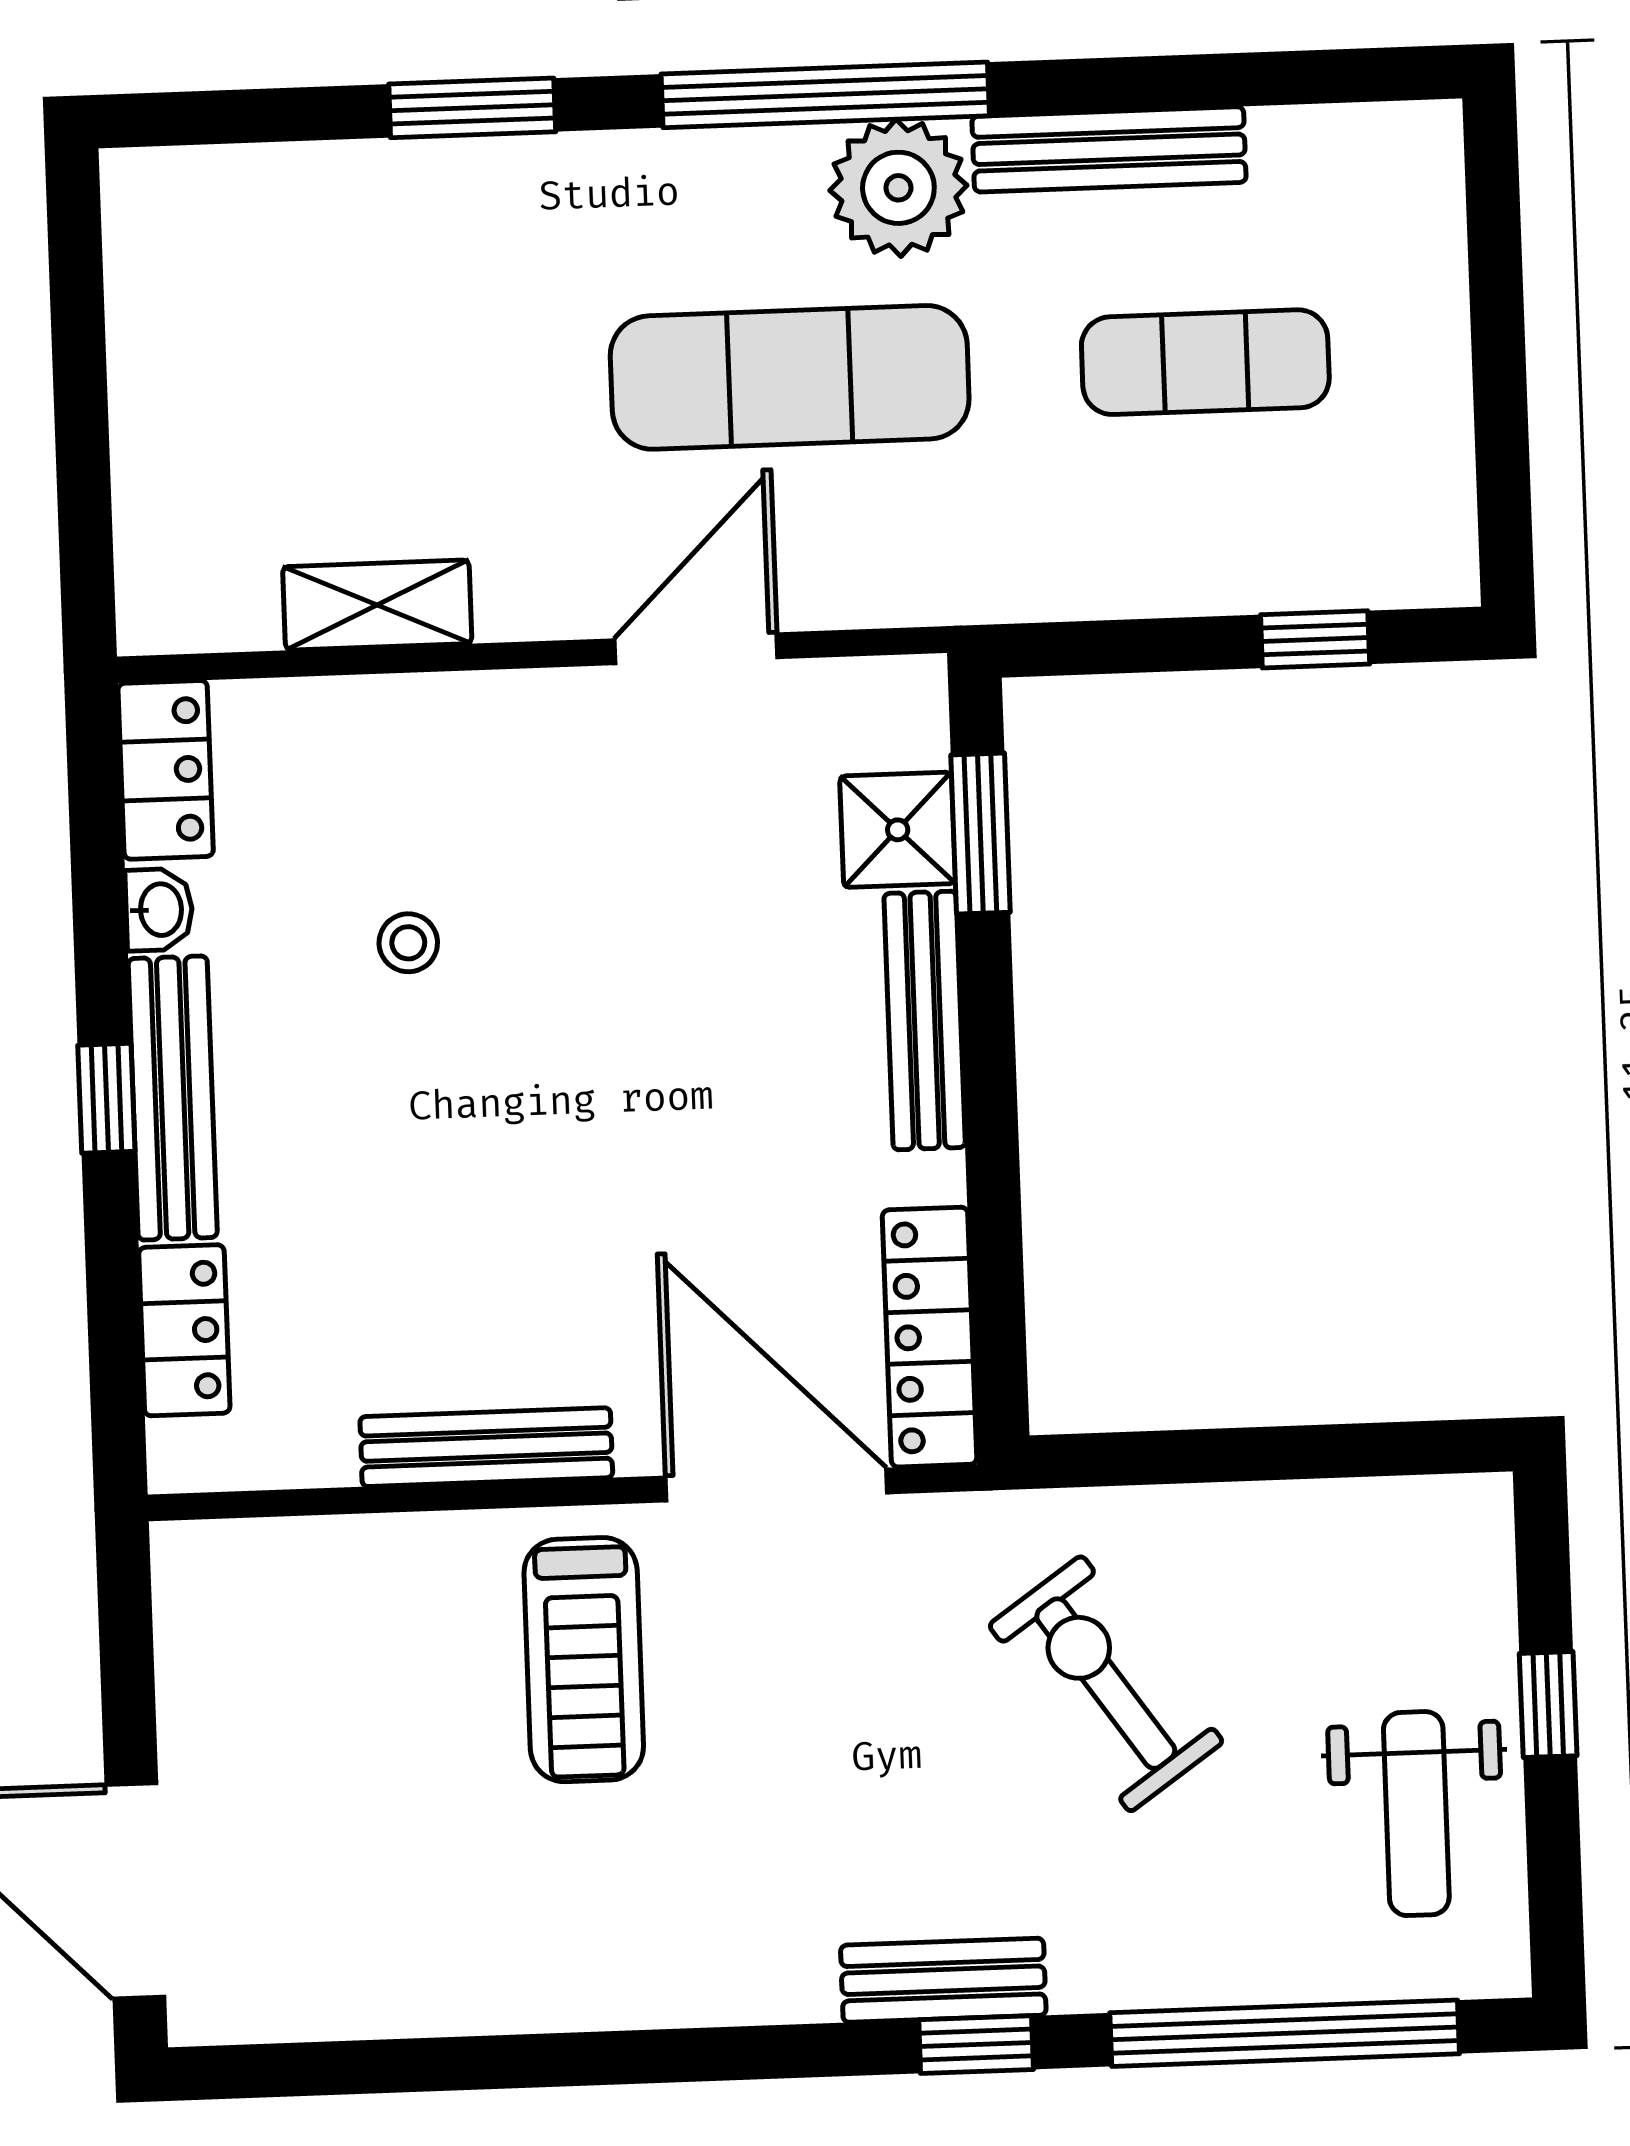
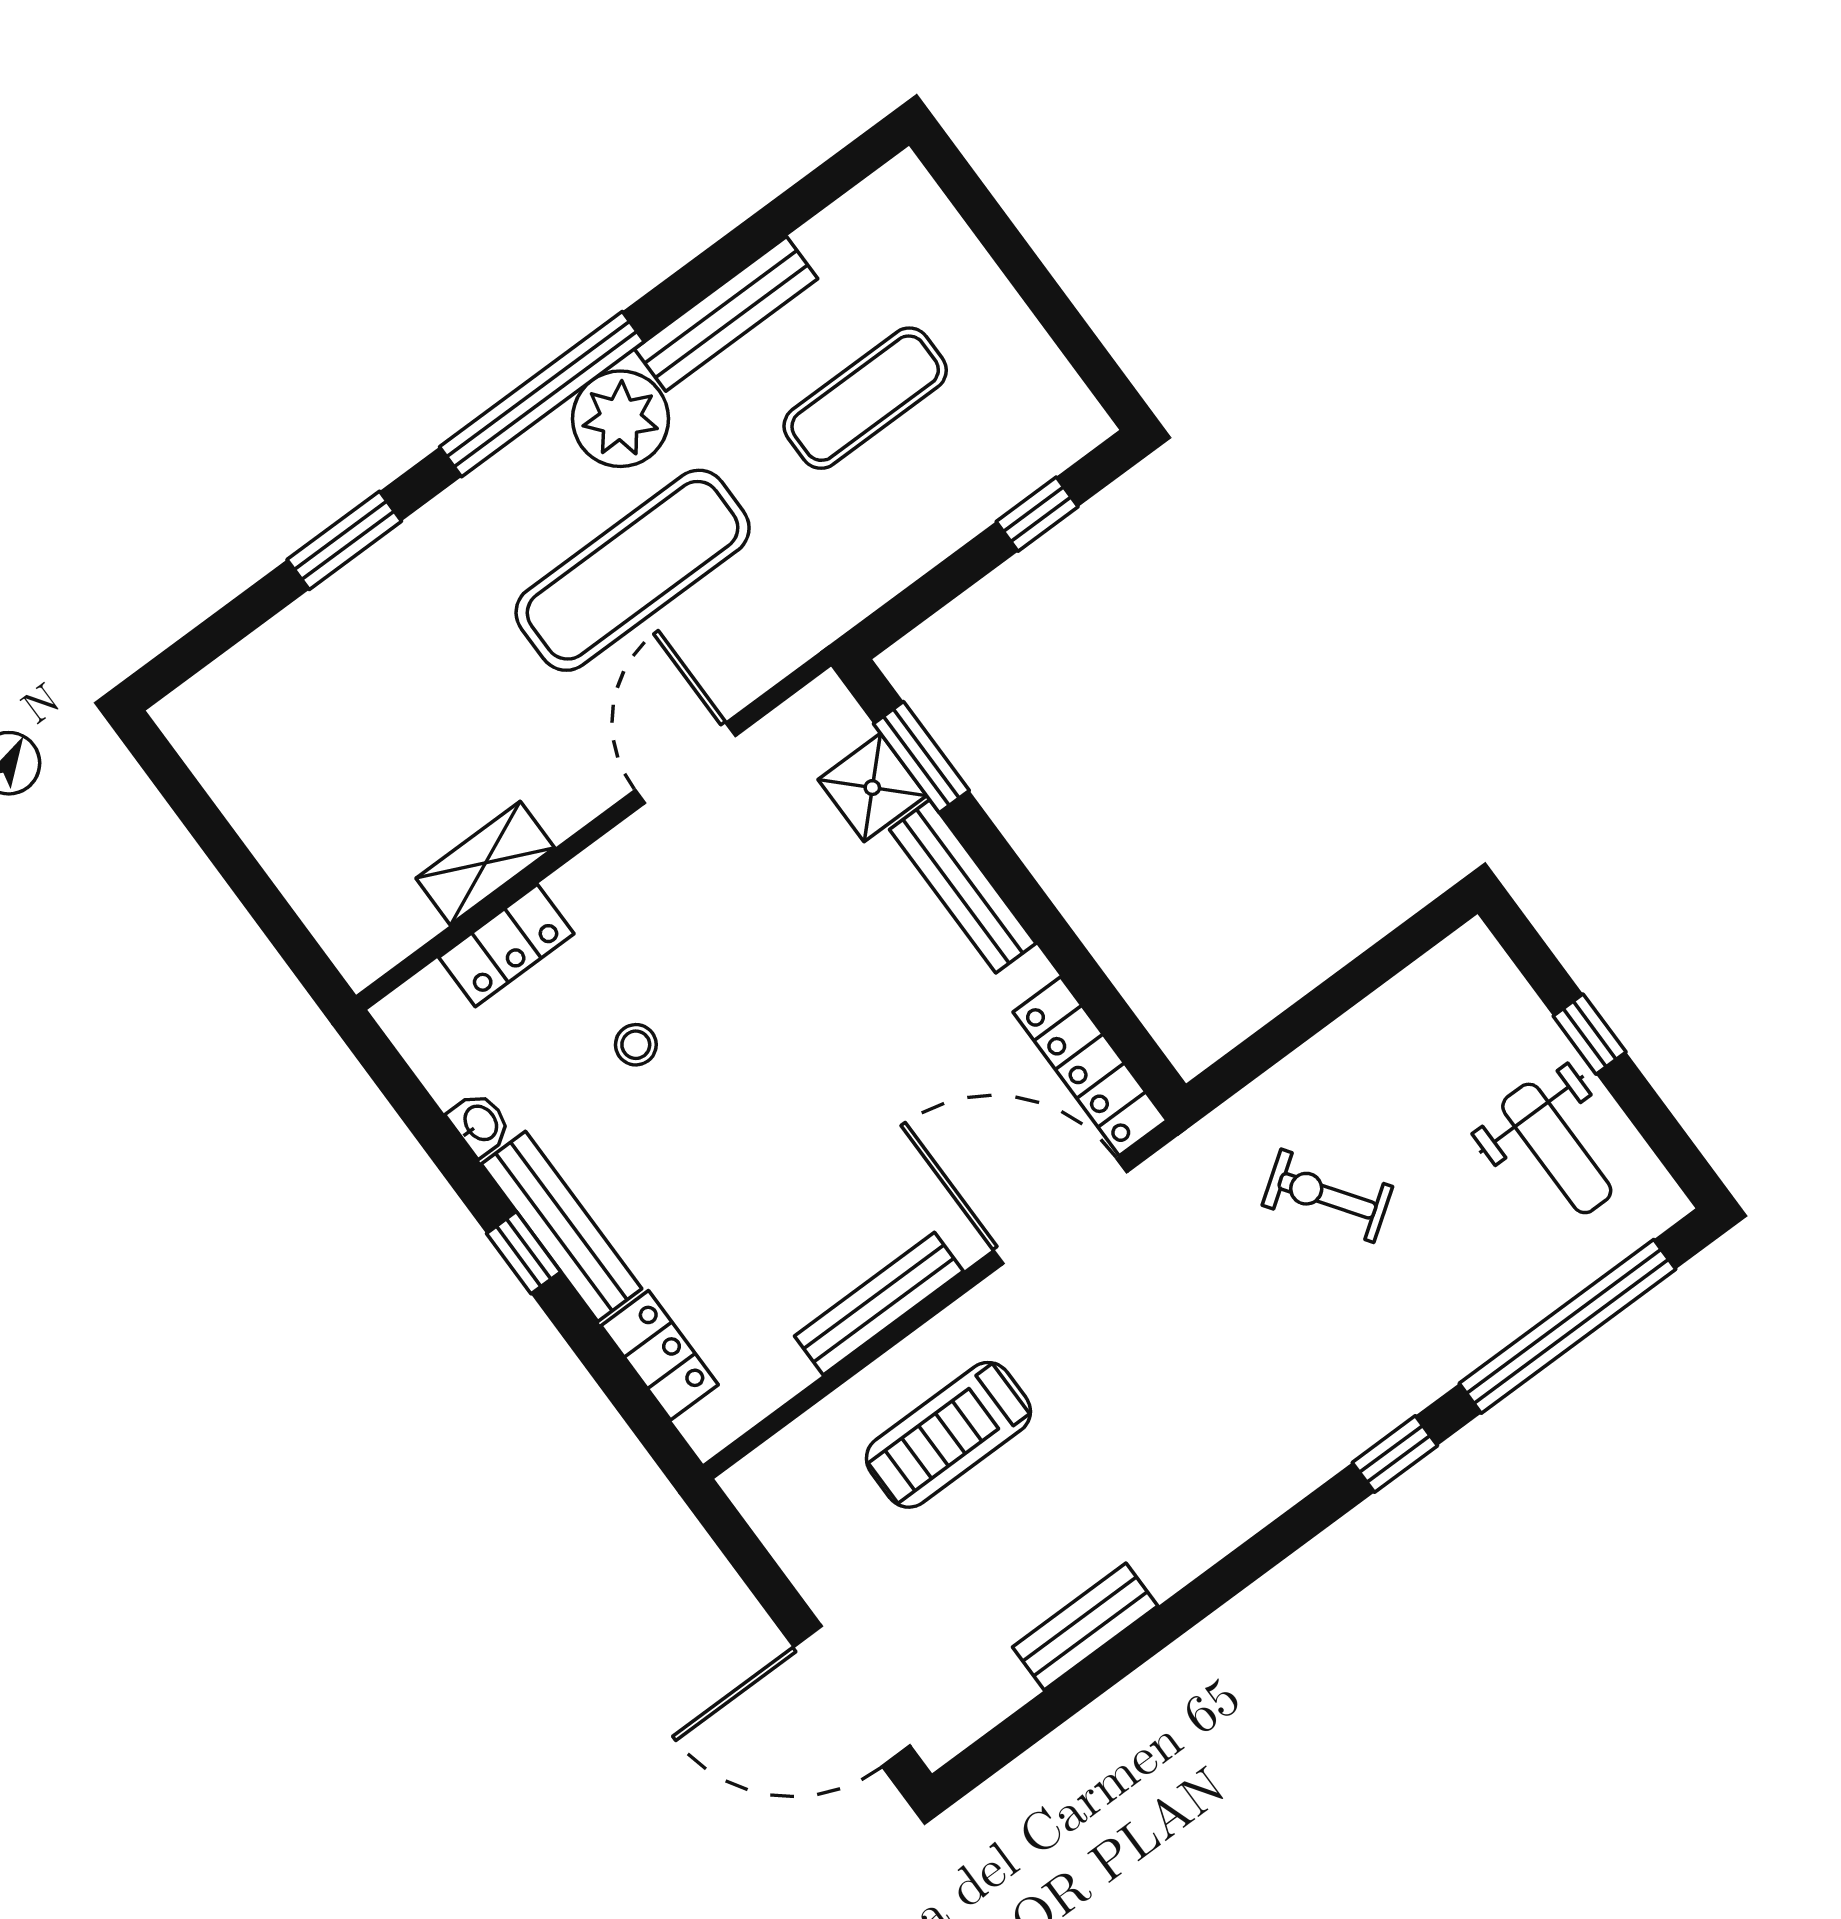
locker: (166, 770) -> (506, 945), moved, turned 90
treadmill: (584, 1660) -> (948, 1435), moved, turned 90
exercise bike: (1106, 1684) -> (1327, 1196), width x0.73, depth x0.72
bench: (943, 1980) -> (1085, 1627), moved

